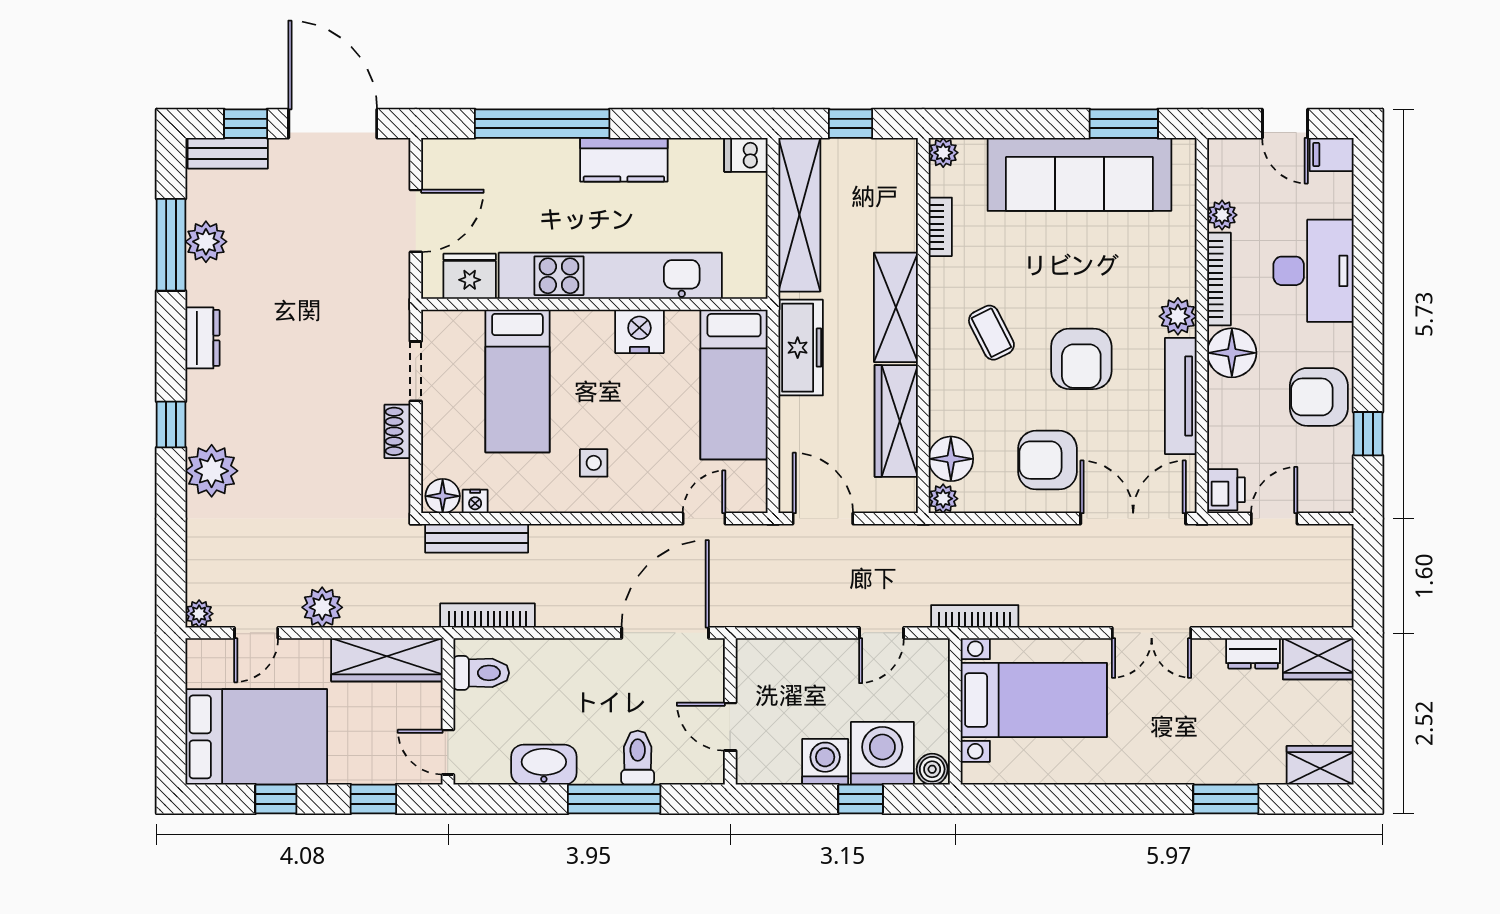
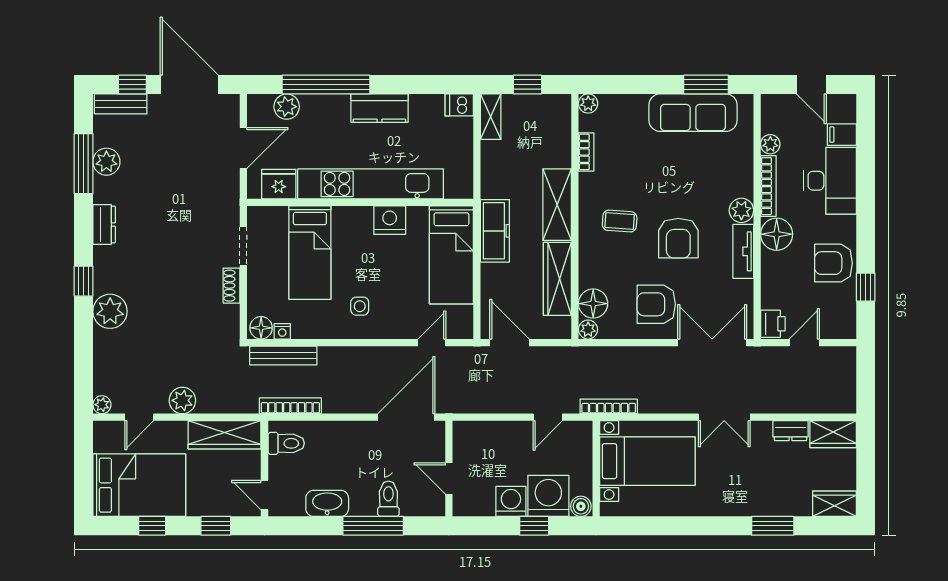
filing cabinet: (1332, 155) -> (842, 135), moved
plant: (482, 157) -> (287, 107), added
sofa: (1079, 174) -> (693, 113), width x0.74, depth x0.79
shelving: (799, 215) -> (491, 117), width x0.45, depth x0.75
coffee table: (991, 333) -> (620, 221), turned -59
tv unit: (1181, 396) -> (743, 251), width x0.71

